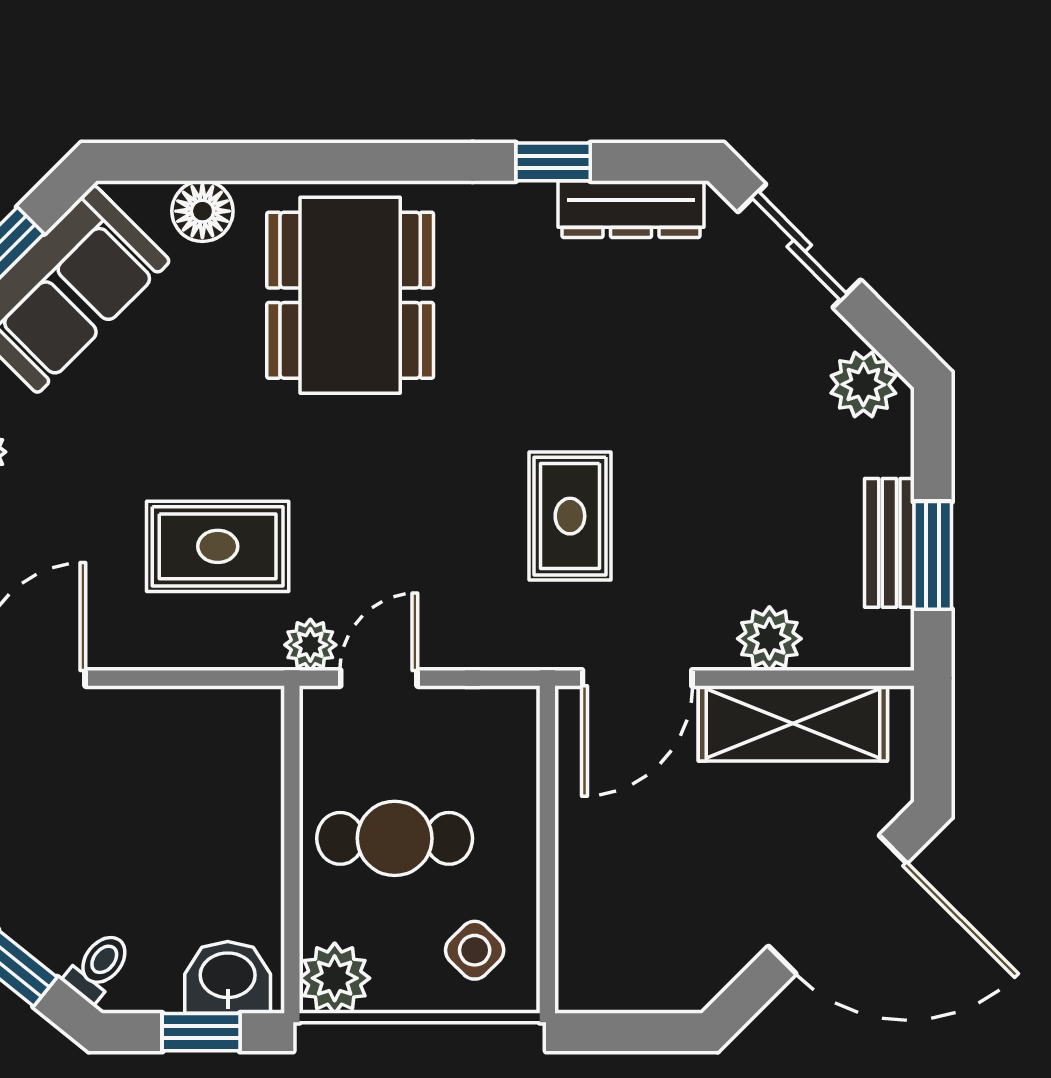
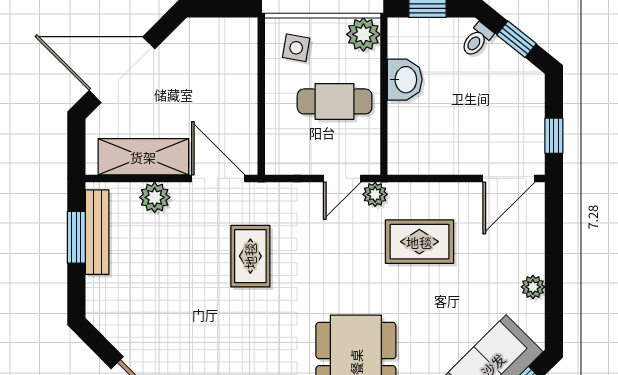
plant: (863, 384) -> (110, 319), removed
bench: (889, 543) -> (97, 232), width x1.36
door: (637, 678) -> (218, 178), hinge flipped
side table: (475, 950) -> (296, 48), turned -35
washbasin: (228, 977) -> (405, 80), moved, turned -90

